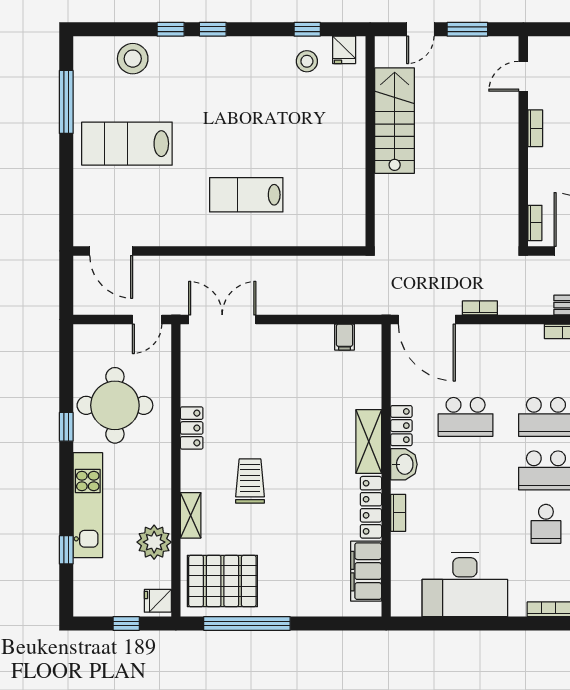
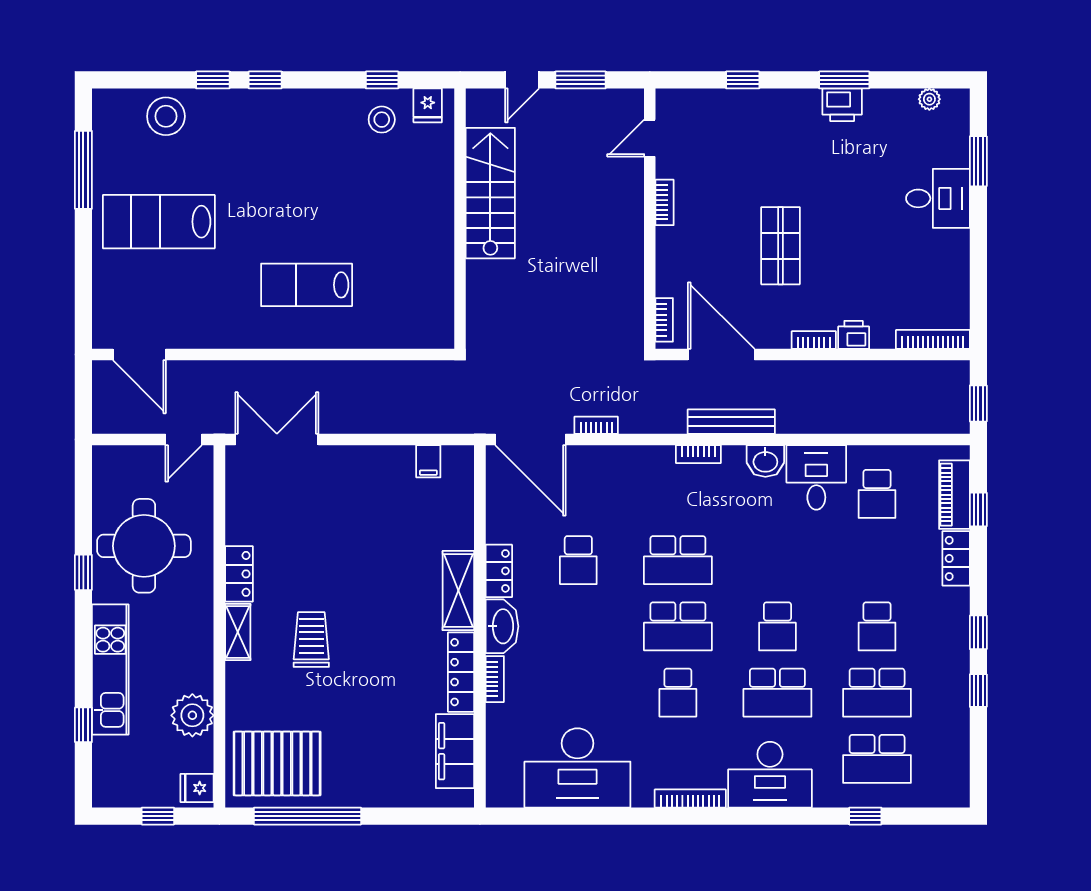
school desk: (466, 417) -> (578, 560), width x0.54
washbasin: (404, 464) -> (502, 626), width x1.38
shelving: (191, 515) -> (238, 632), moved

